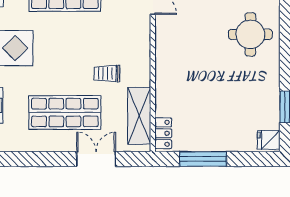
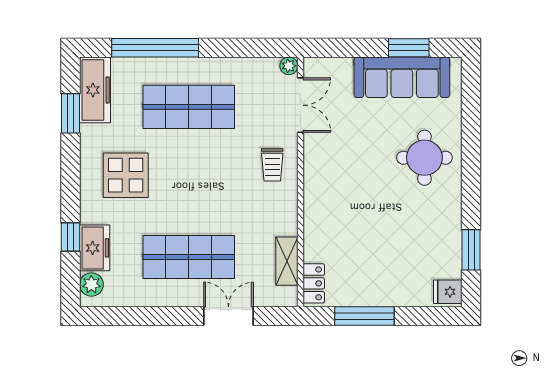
trolley: (107, 74) -> (272, 165), moved, turned -90
shelving: (139, 116) -> (287, 261), width x0.67, depth x0.75

